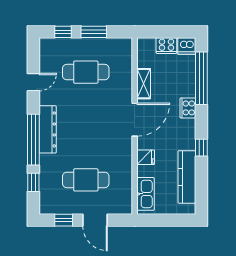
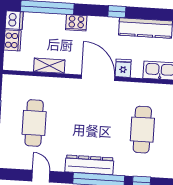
door: (135, 120) -> (98, 78), moved

